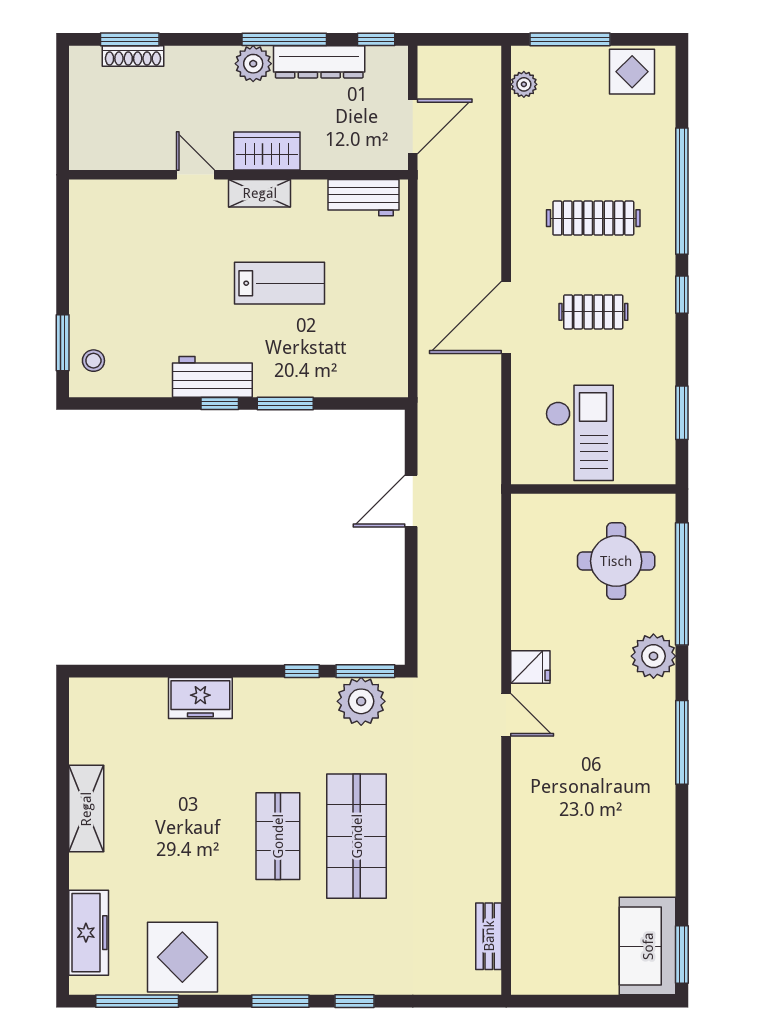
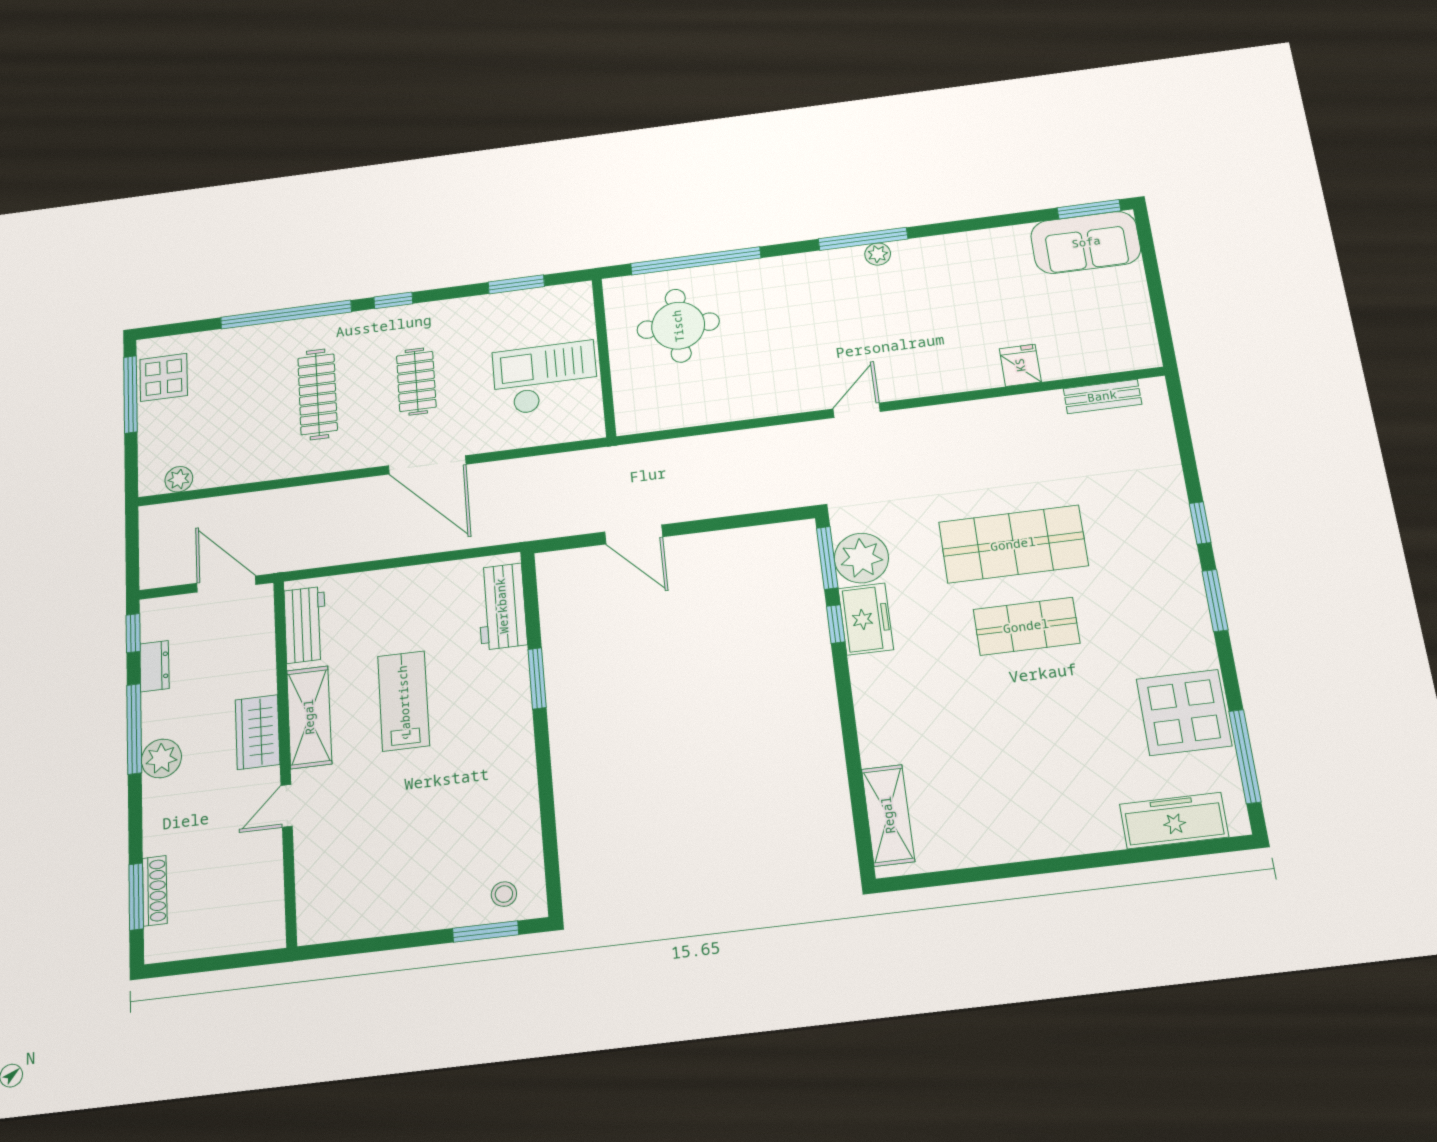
window: (570, 39) -> (130, 394), moved
dresser: (319, 62) -> (154, 666), width x0.51, depth x0.80
shelving: (260, 193) -> (309, 717), width x1.50, depth x1.33
workbench: (212, 377) -> (502, 606), moved
window: (220, 403) -> (543, 748), removed
plant: (653, 656) -> (878, 254), moved, width x0.53, depth x0.53
fridge: (530, 667) -> (1020, 365), moved
freezer: (200, 698) -> (866, 619), moved
shelving: (86, 809) -> (888, 815), moved, turned 90

